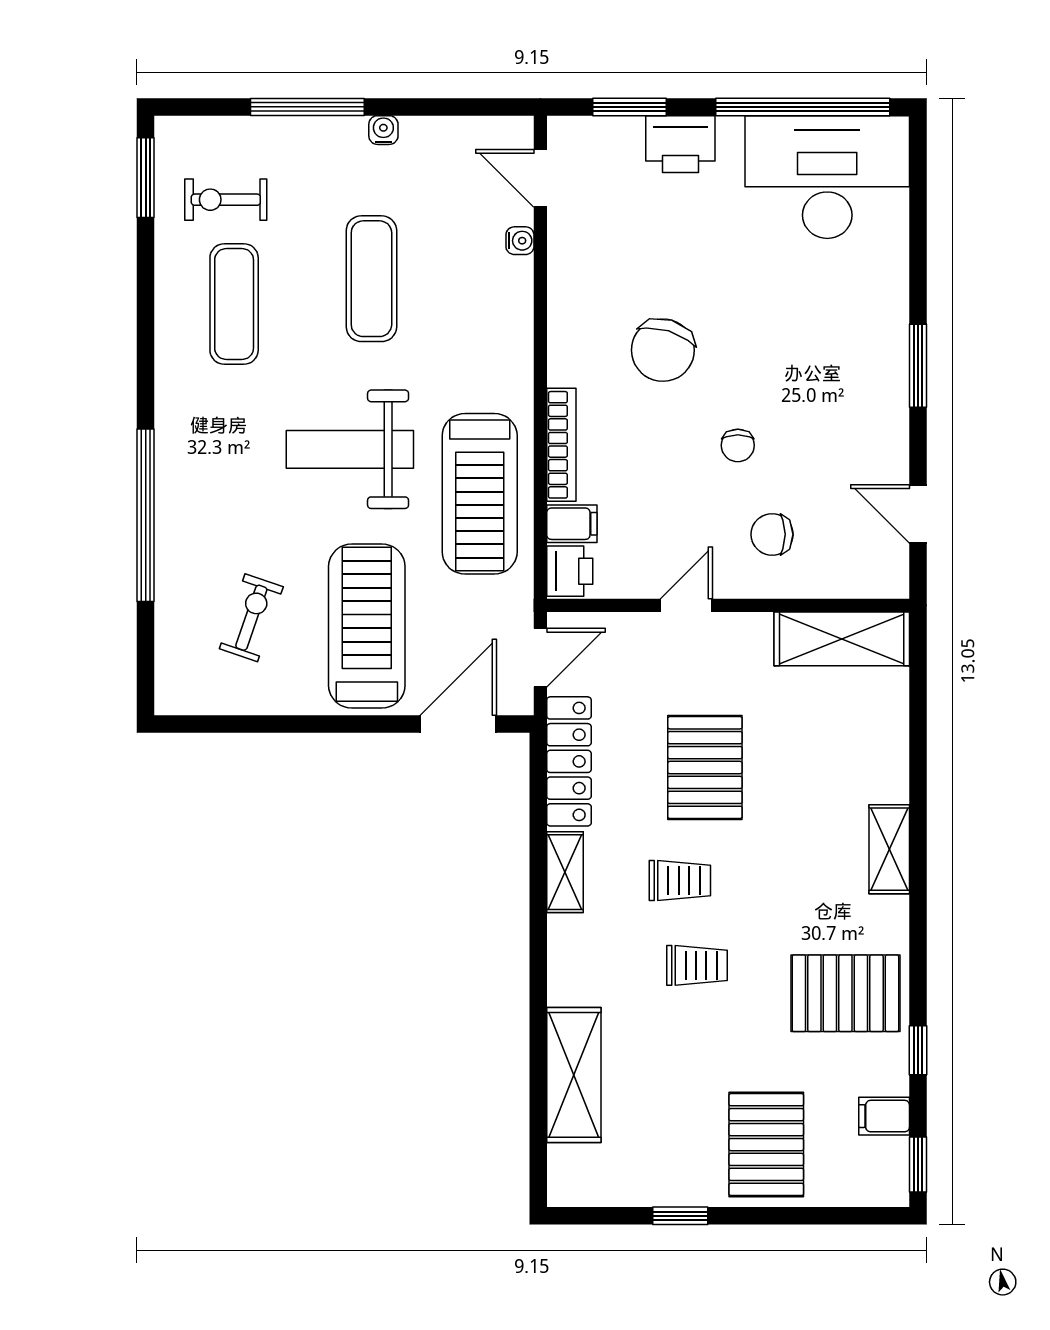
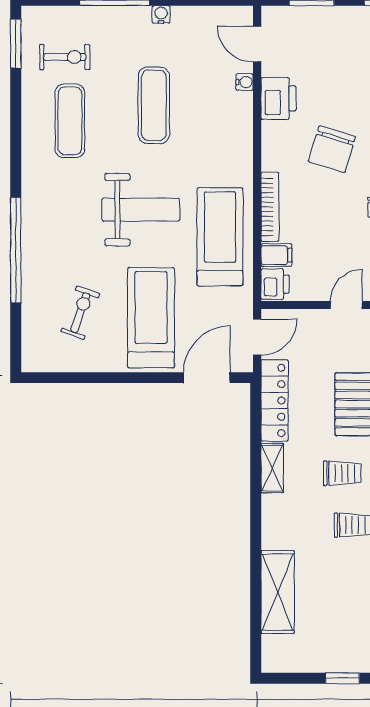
printer: (680, 144) -> (278, 99), moved, turned -90
exercise bike: (226, 200) -> (65, 57), turned 180
weight bench: (350, 449) -> (141, 210), turned 180
treadmill: (480, 494) -> (220, 237), turned 180

